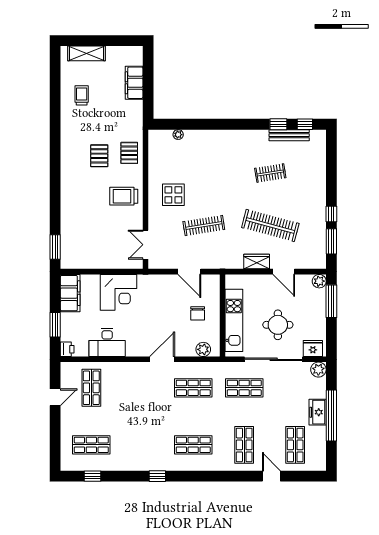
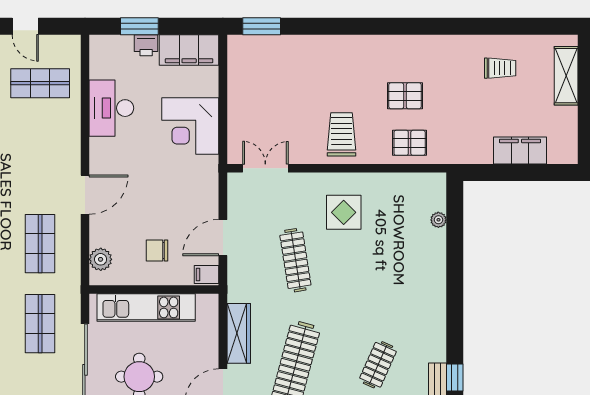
clothes rail: (270, 173) -> (378, 365), turned 33
wardrobe: (257, 262) -> (239, 333), width x1.50
filing cabinet: (213, 282) -> (207, 275), added
printer: (67, 349) -> (146, 45), moved
door: (162, 359) -> (85, 195), hinge flipped

